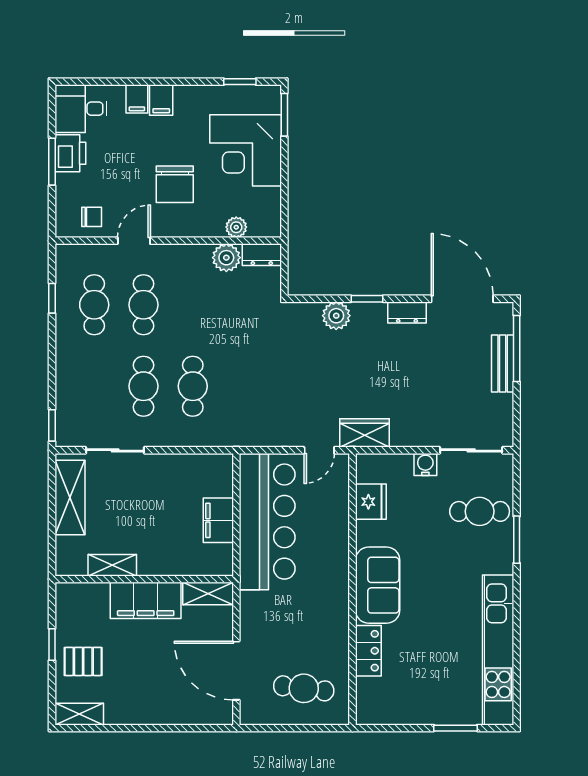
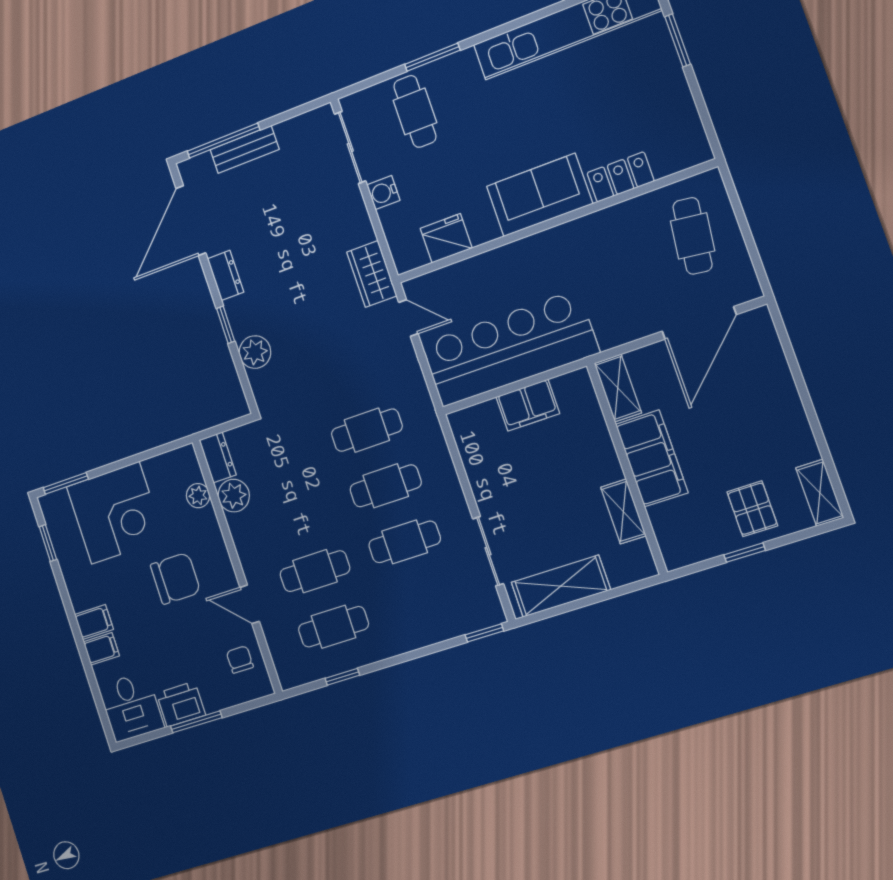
cafe table: (242, 386) -> (367, 430), added

